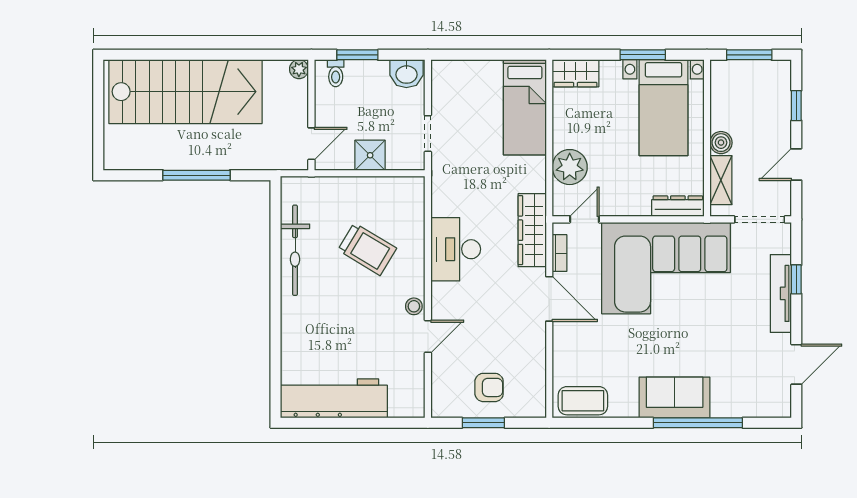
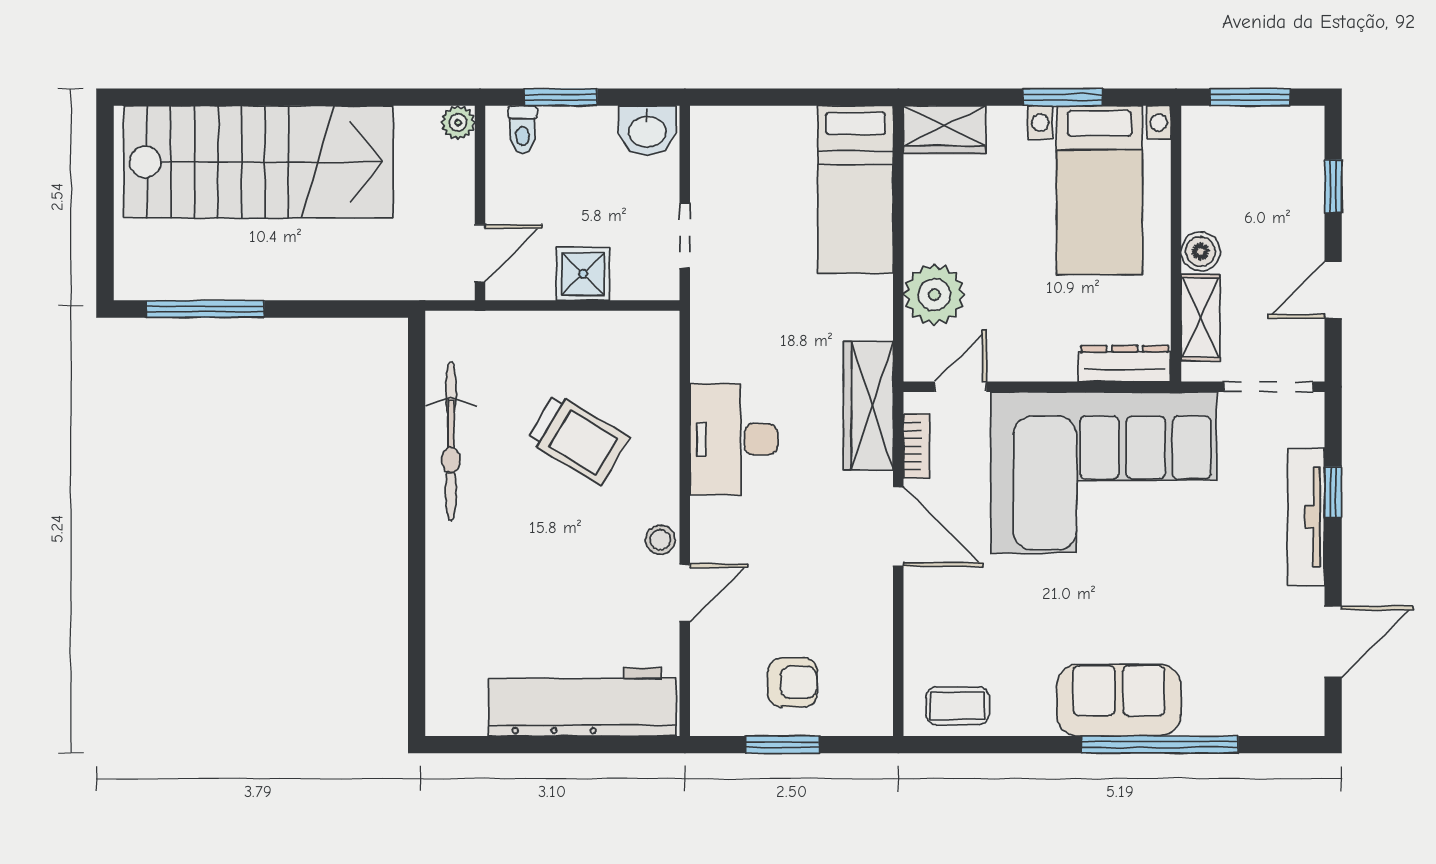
window: (196, 175) -> (205, 309), moved
workbench: (334, 398) -> (582, 702), moved
coffee table: (583, 401) -> (958, 706), width x0.73, depth x0.77

